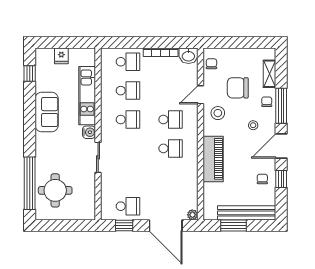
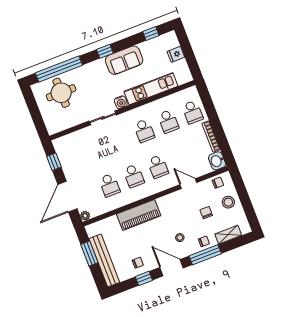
chair: (238, 88) -> (206, 213), width x0.54, depth x0.54
stool: (218, 113) -> (228, 202), moved
window: (30, 128) -> (105, 51), added
school desk: (128, 206) -> (109, 185), moved

